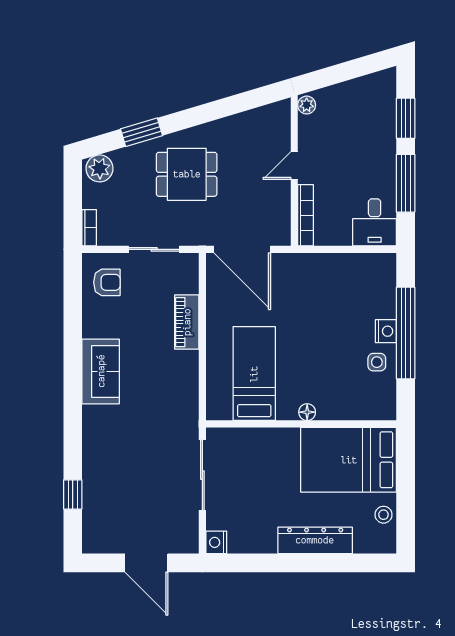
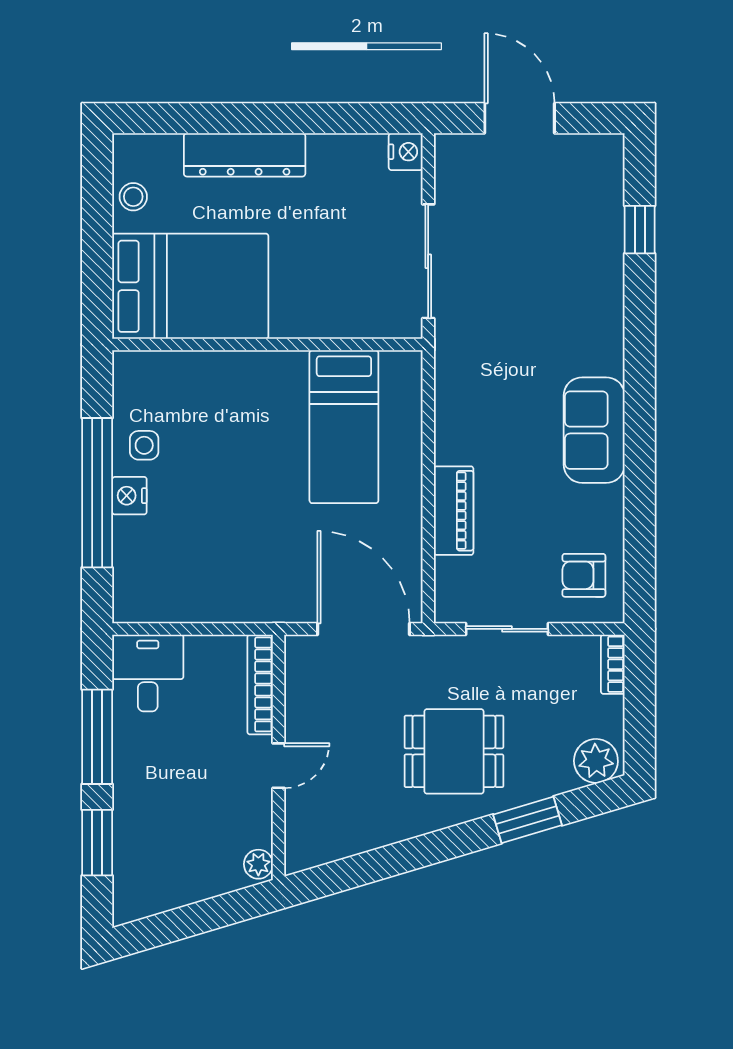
floor lamp: (307, 412) -> (258, 364), removed

